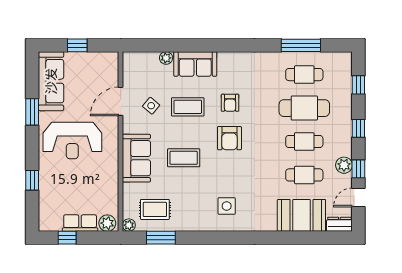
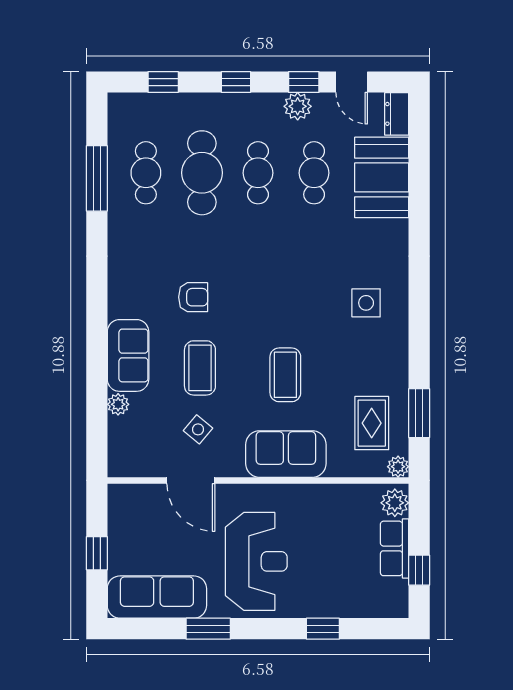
armchair: (229, 138) -> (252, 298), removed

